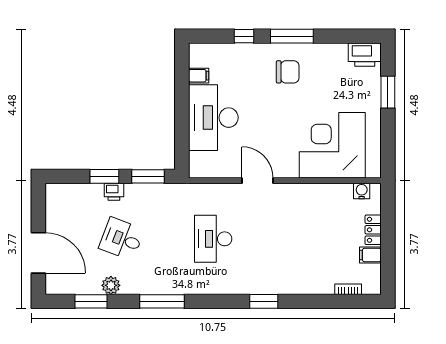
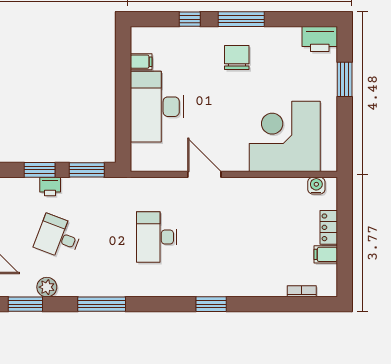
chair: (288, 72) -> (237, 58), turned -90

